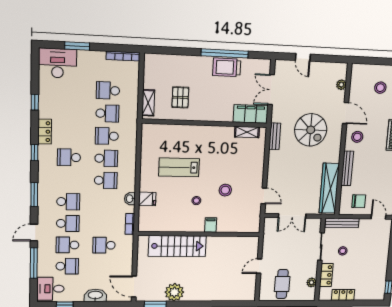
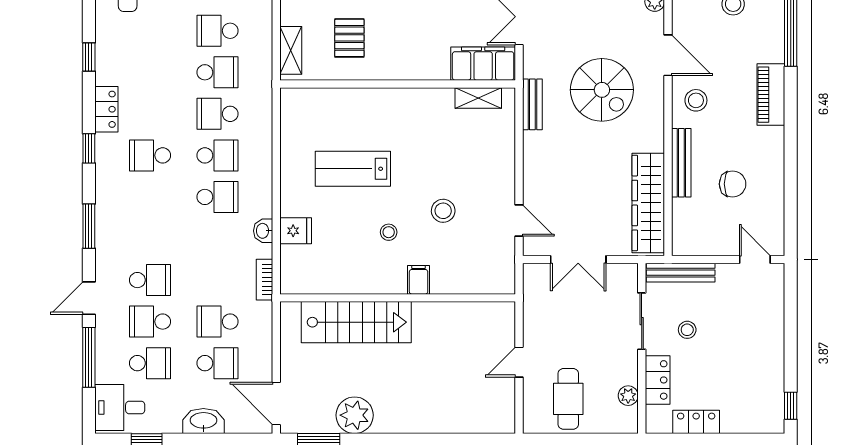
chair: (359, 201) -> (733, 184), moved
school desk: (68, 202) -> (218, 363), moved

